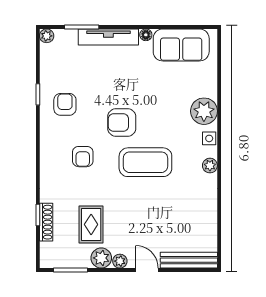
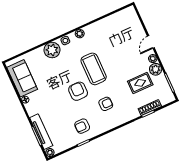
tv unit: (108, 37) -> (41, 132), moved
armchair: (122, 123) -> (78, 91), turned 180
bench: (189, 260) -> (135, 22), removed

